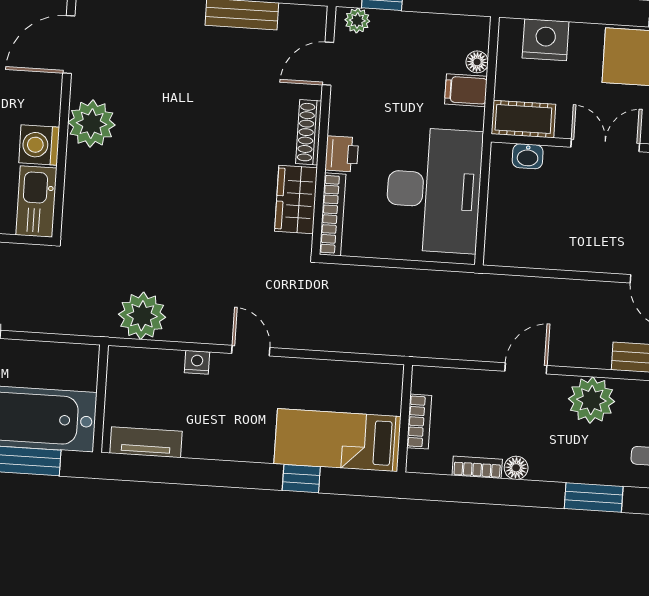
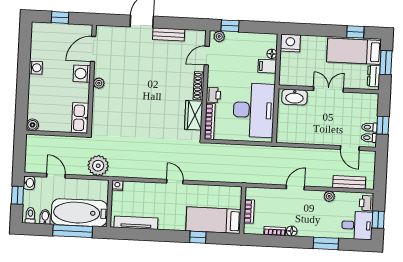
nightstand: (546, 40) -> (290, 43), moved
cot: (523, 119) -> (293, 78), removed
plant: (92, 124) -> (99, 83), width x0.53, depth x0.53
washing machine: (39, 145) -> (82, 74), moved
washbasin: (528, 156) -> (295, 97), width x1.91, depth x1.45
plant: (142, 316) -> (98, 166), moved
nightstand: (197, 362) -> (117, 185), moved
plant: (591, 400) -> (329, 196), width x0.53, depth x0.53
tv unit: (146, 442) -> (136, 223), width x1.41

